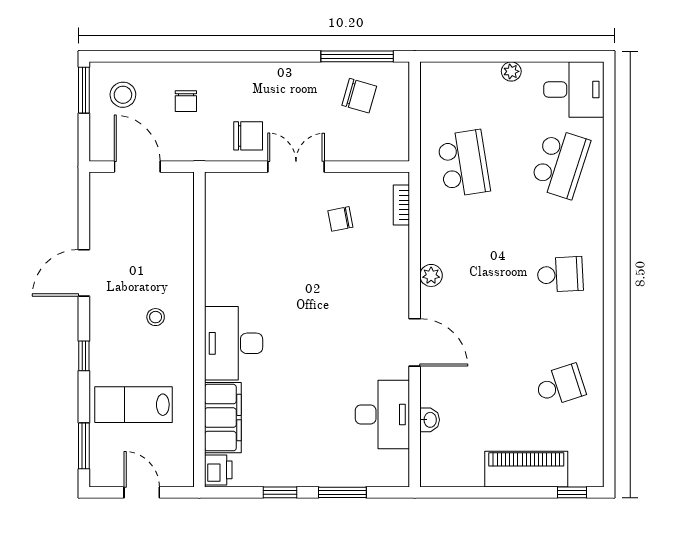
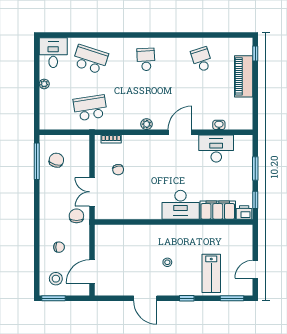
wall: (199, 330) -> (174, 222), moved
desk: (234, 343) -> (181, 205), moved
filing cabinet: (223, 418) -> (218, 210), moved
printer: (218, 470) -> (244, 212), moved

